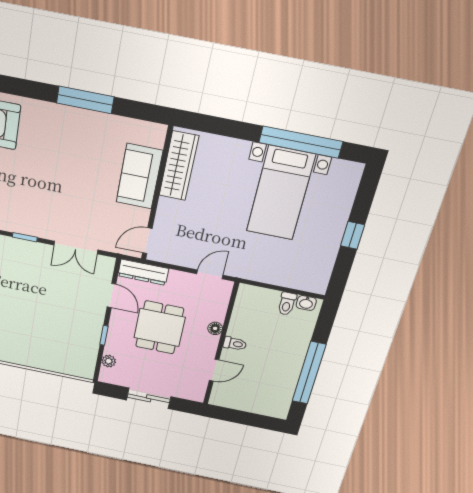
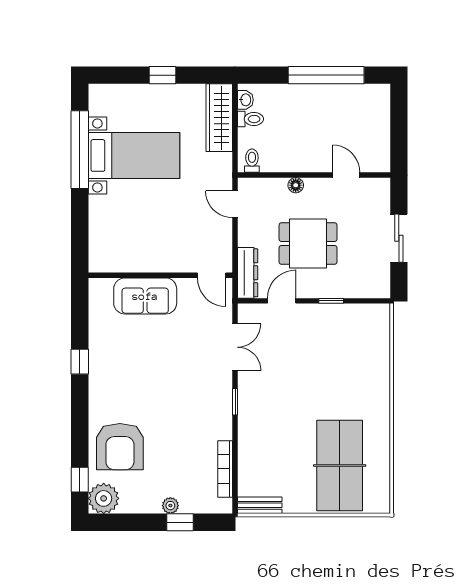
window: (85, 100) -> (80, 362), width x0.46
wardrobe: (179, 166) -> (219, 118), moved, turned -90
toilet: (235, 344) -> (252, 161), moved
plant: (109, 361) -> (362, 290), removed

